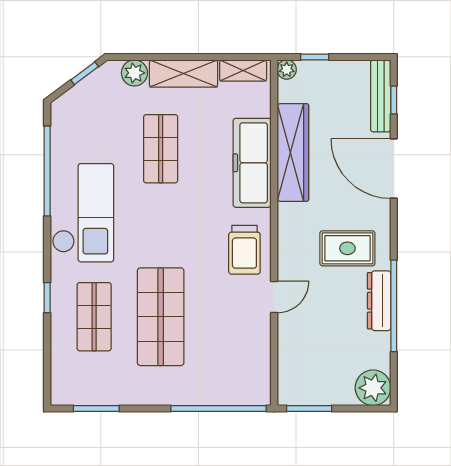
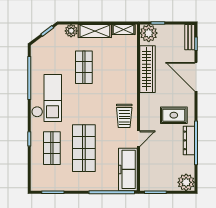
plant: (287, 70) -> (149, 33), width x1.87, depth x1.87
bench: (381, 96) -> (190, 37), width x0.73
freezer: (252, 163) -> (128, 169), moved

